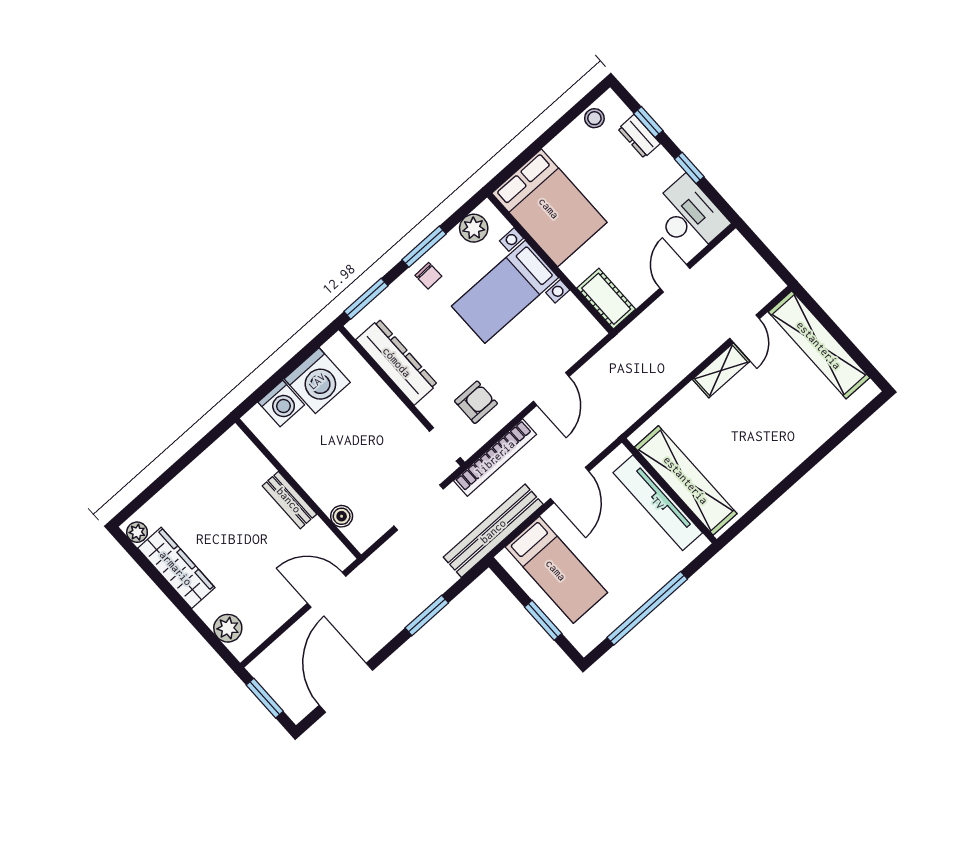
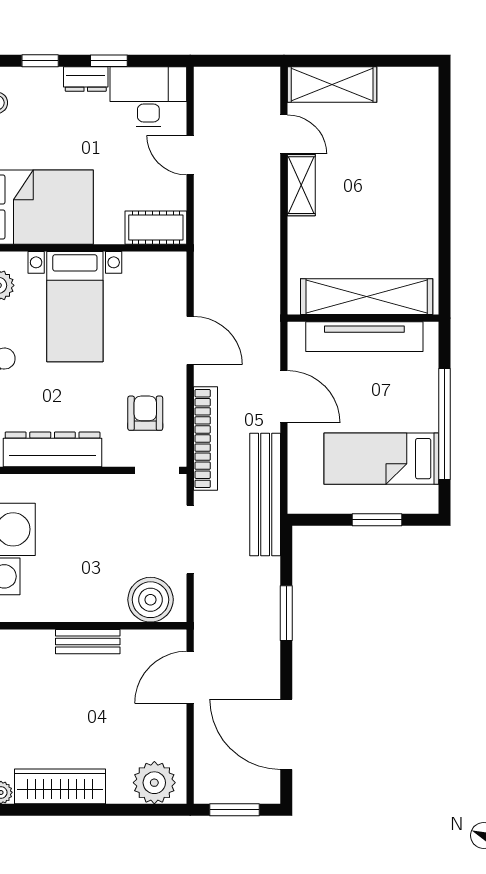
dresser: (639, 136) -> (86, 79), moved
shelving: (819, 345) -> (332, 85), width x0.68
boiler: (342, 516) -> (151, 600), width x1.86, depth x1.86
bed: (556, 570) -> (381, 459), moved, turned 180
plant: (228, 628) -> (154, 783), width x1.36, depth x1.36

